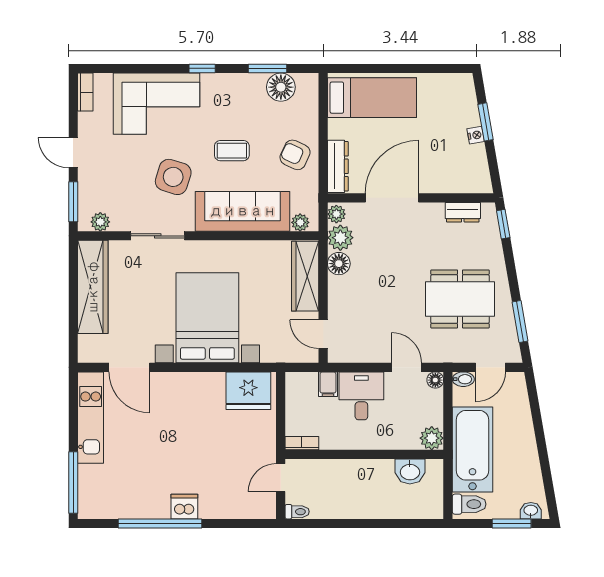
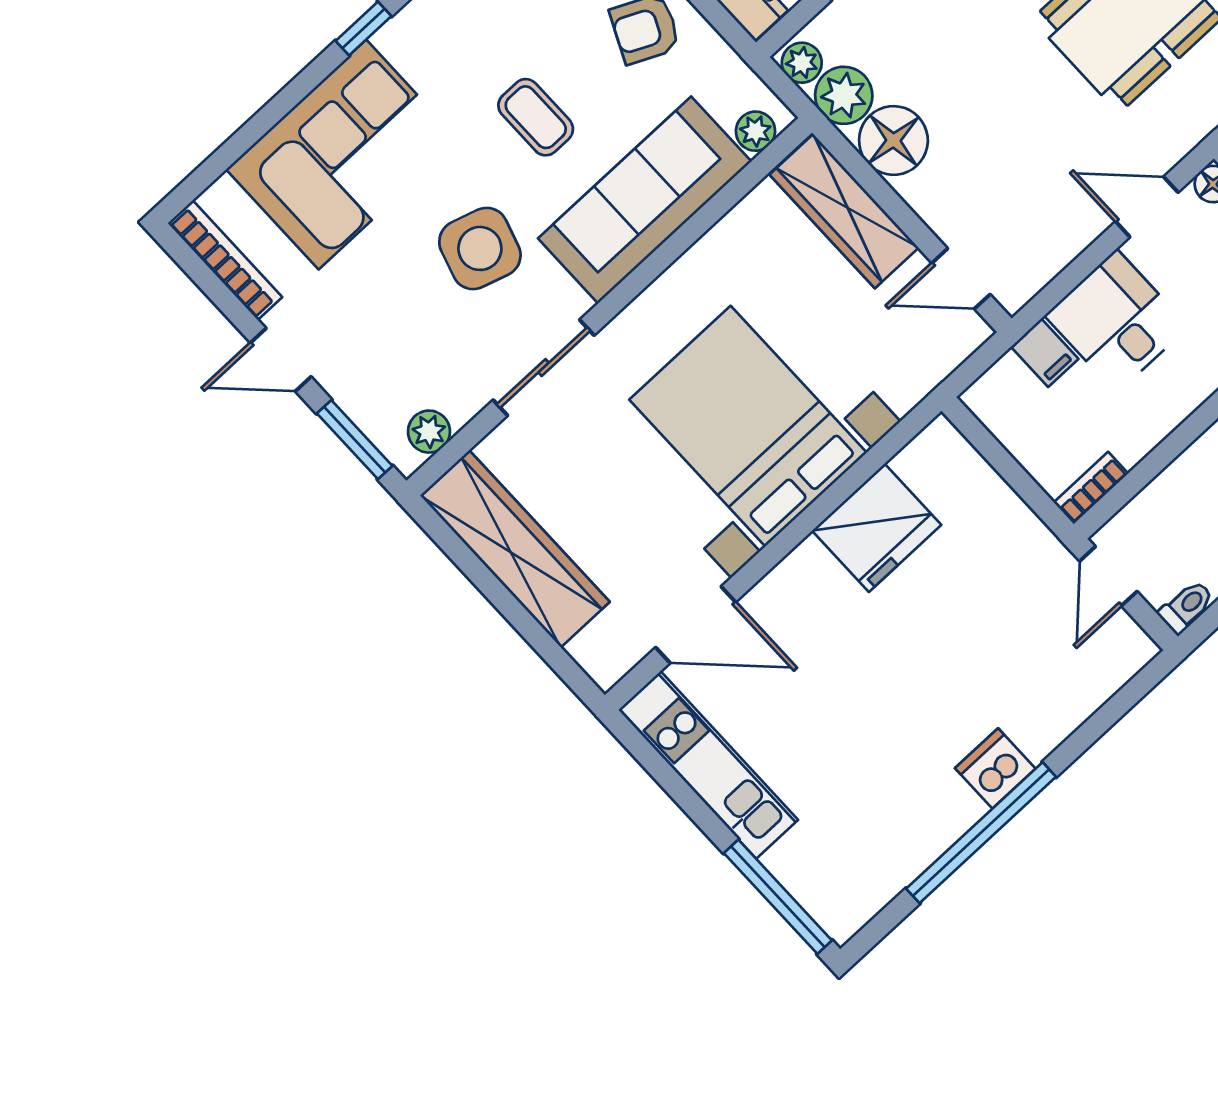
bookcase: (85, 92) -> (225, 260), width x1.56
coffee table: (232, 151) -> (536, 117), turned 90
floor lamp: (339, 264) -> (893, 140), width x1.38, depth x1.38
fridge: (248, 391) -> (877, 528), moved

